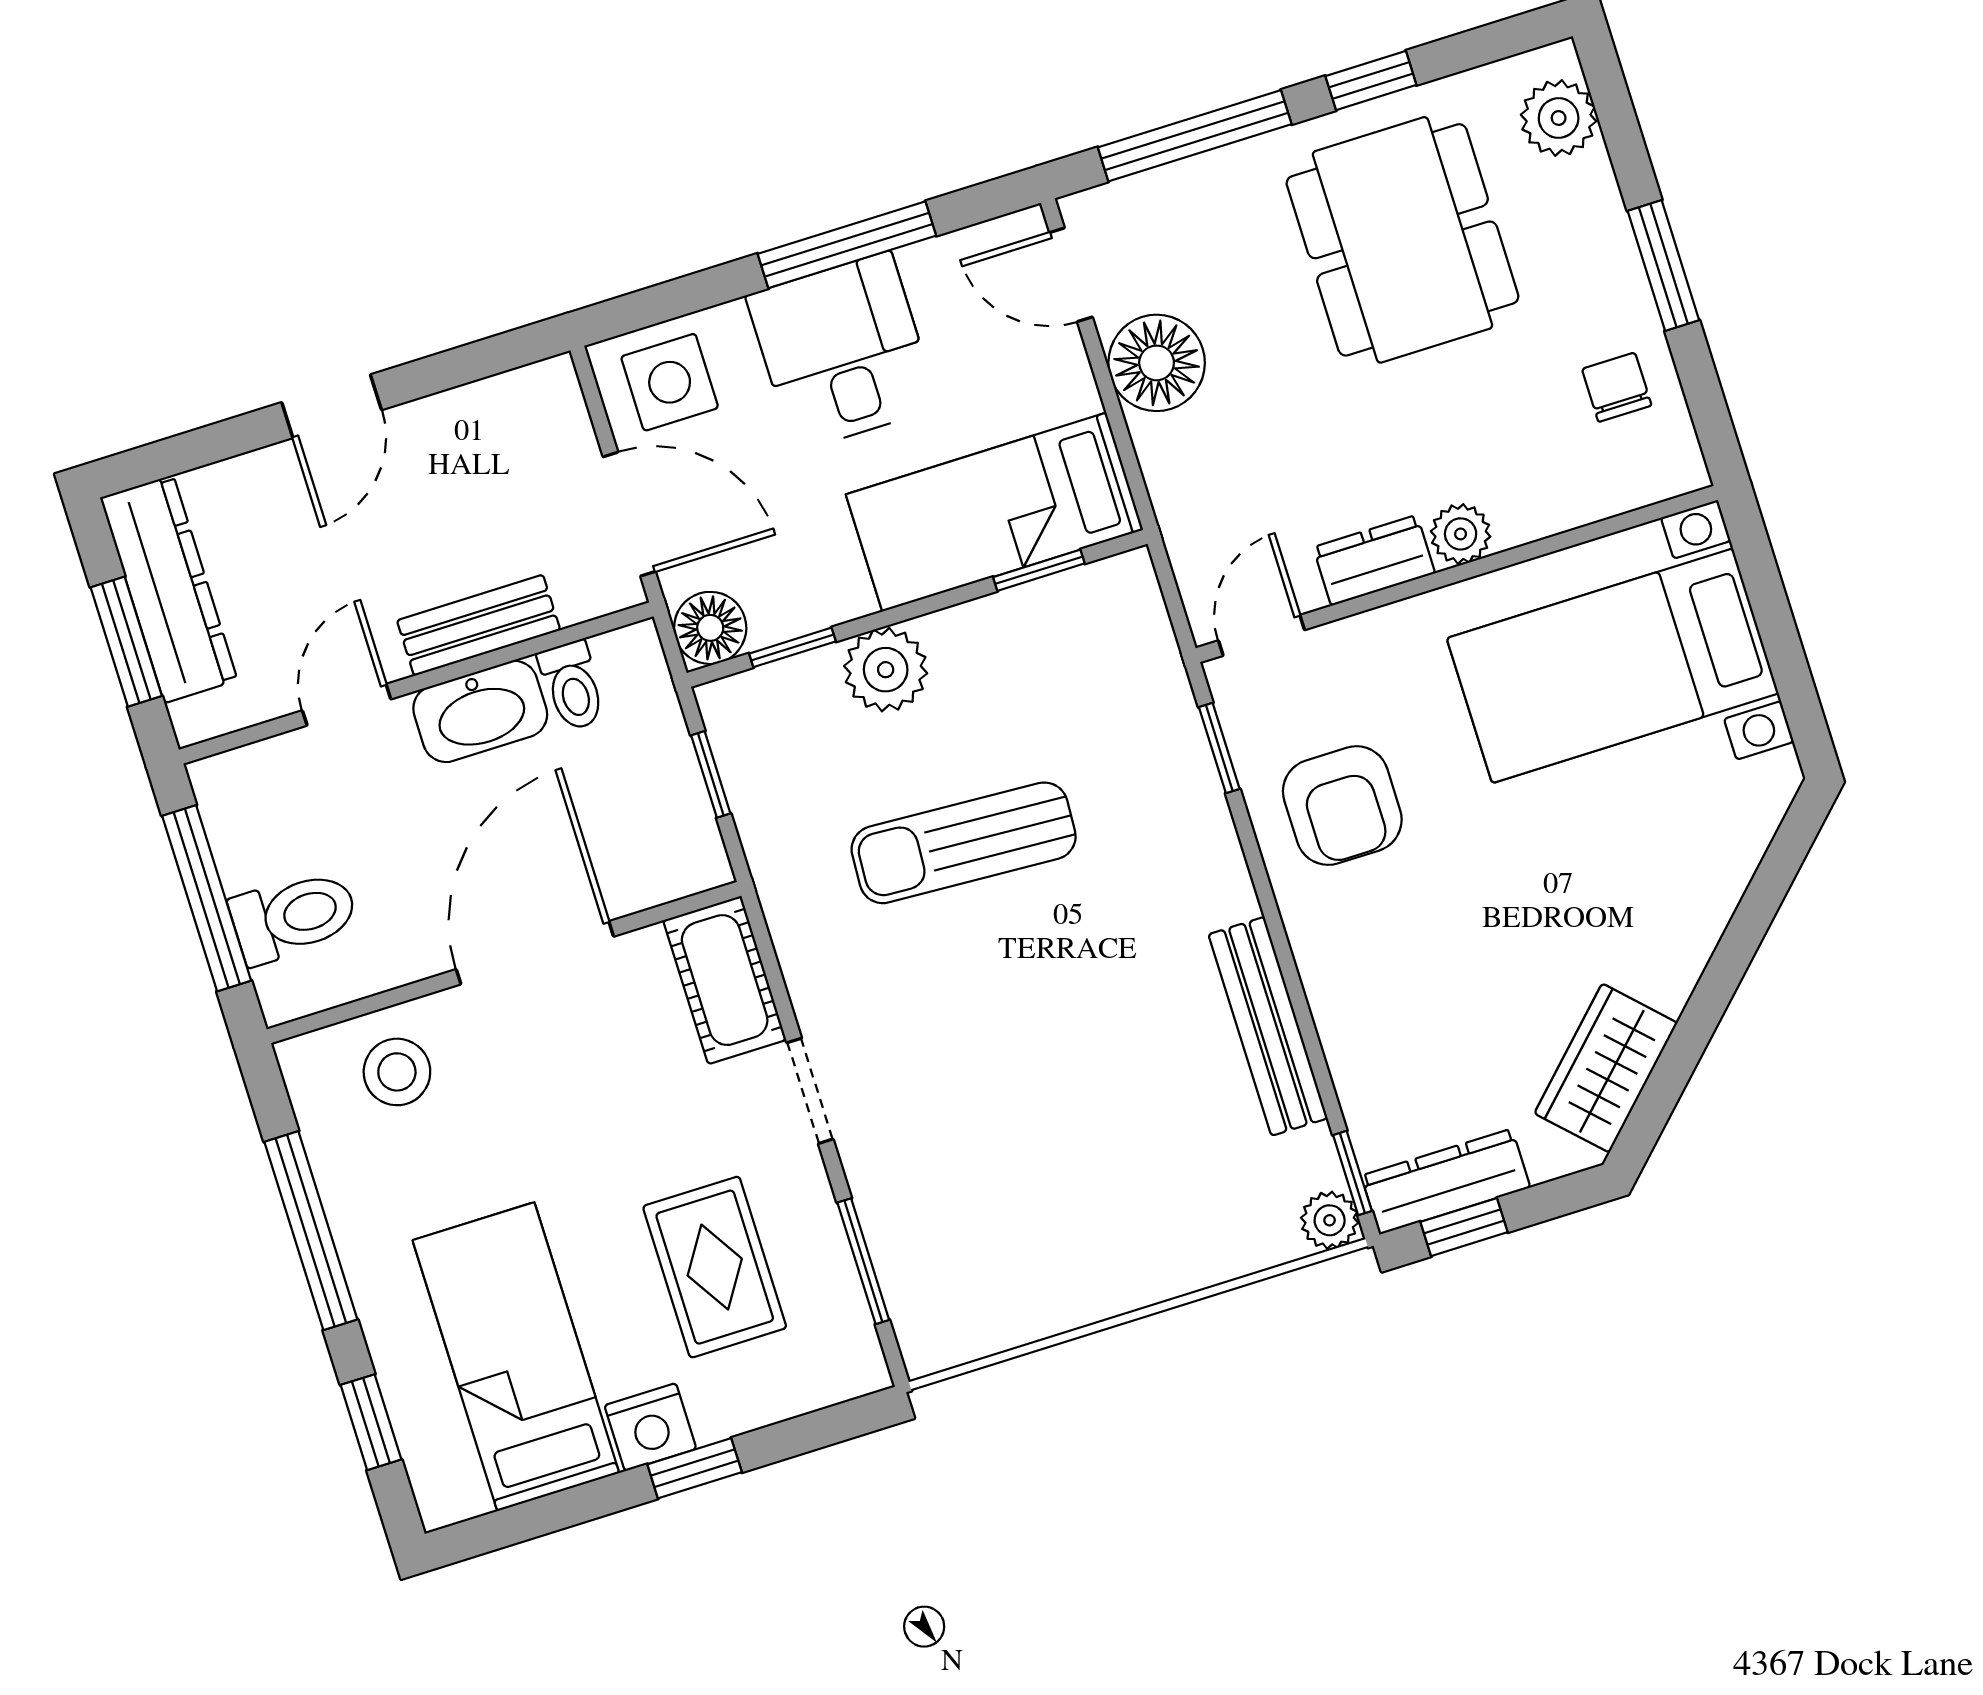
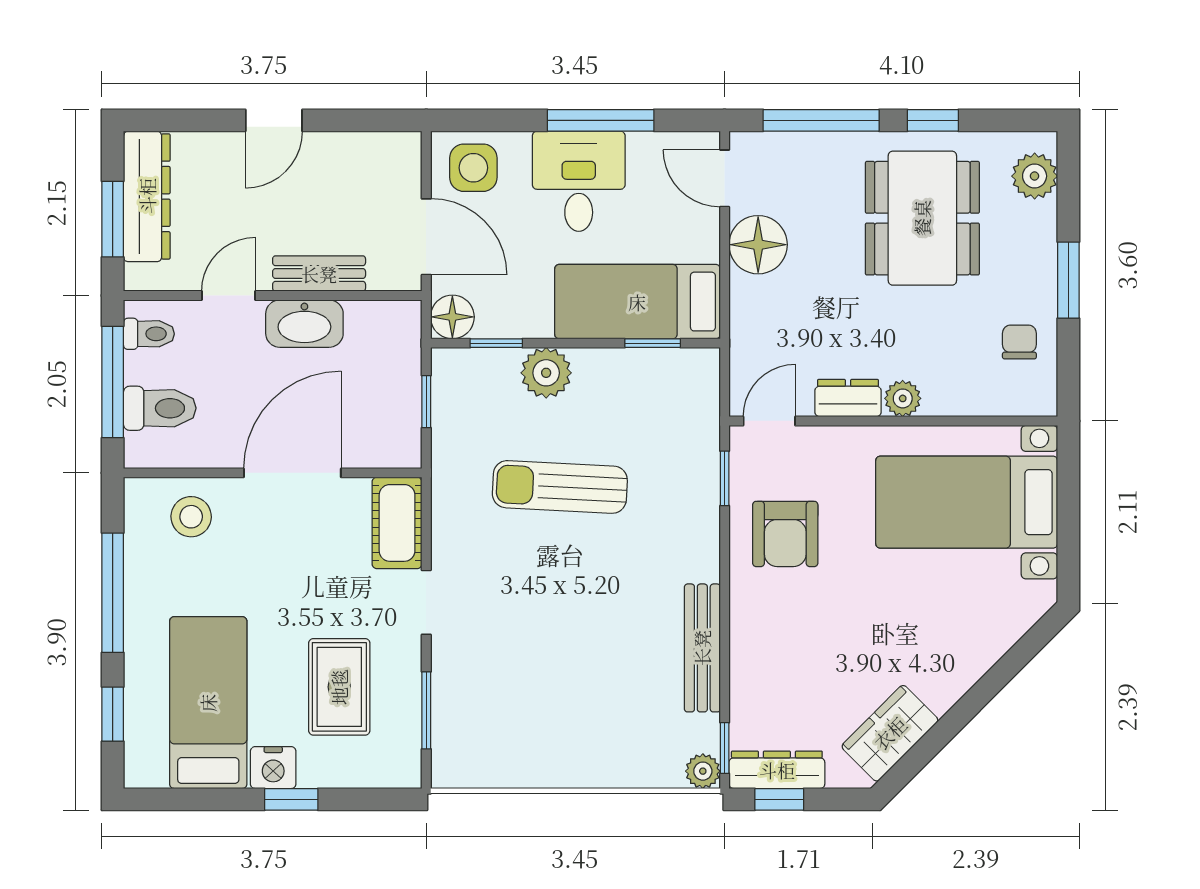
toilet: (572, 686) -> (149, 334), moved, turned -90

